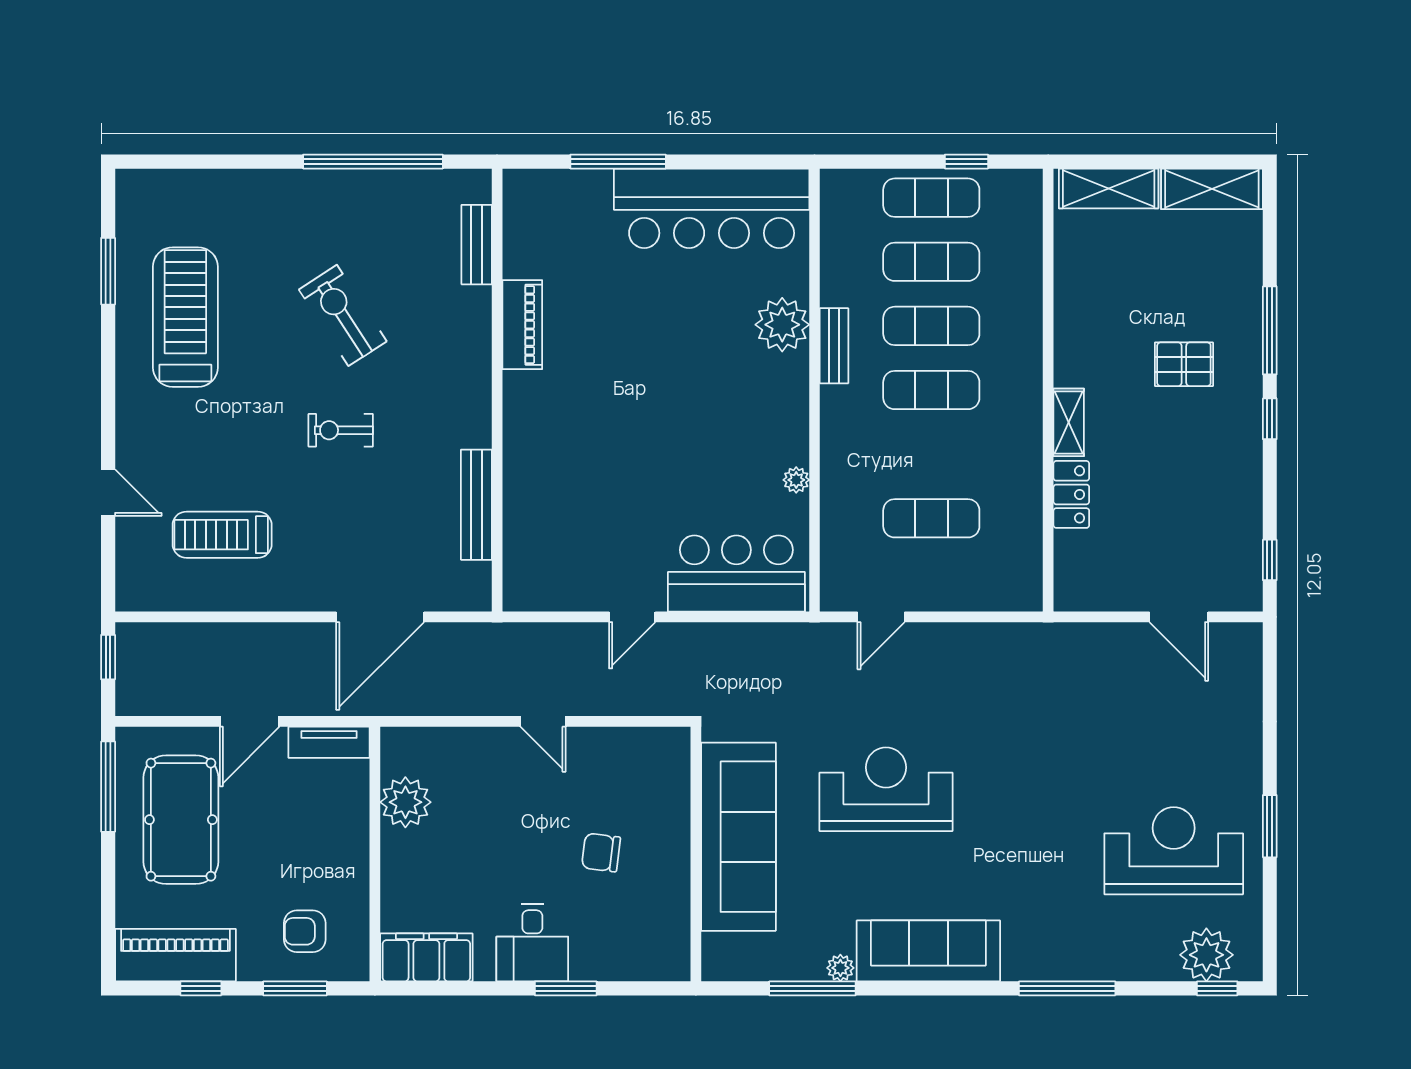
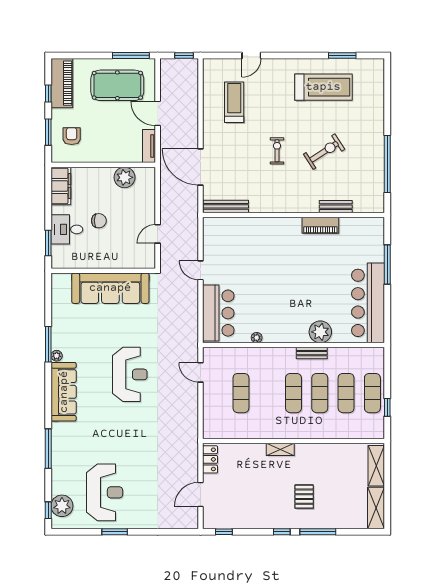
bench: (477, 245) -> (336, 207), moved
locker: (1071, 494) -> (210, 459), moved, turned -90
bench: (476, 505) -> (226, 206), moved
sofa: (738, 837) -> (110, 288), moved
chair: (601, 852) -> (99, 221), moved, turned 83
wall: (696, 854) -> (103, 271), moved

